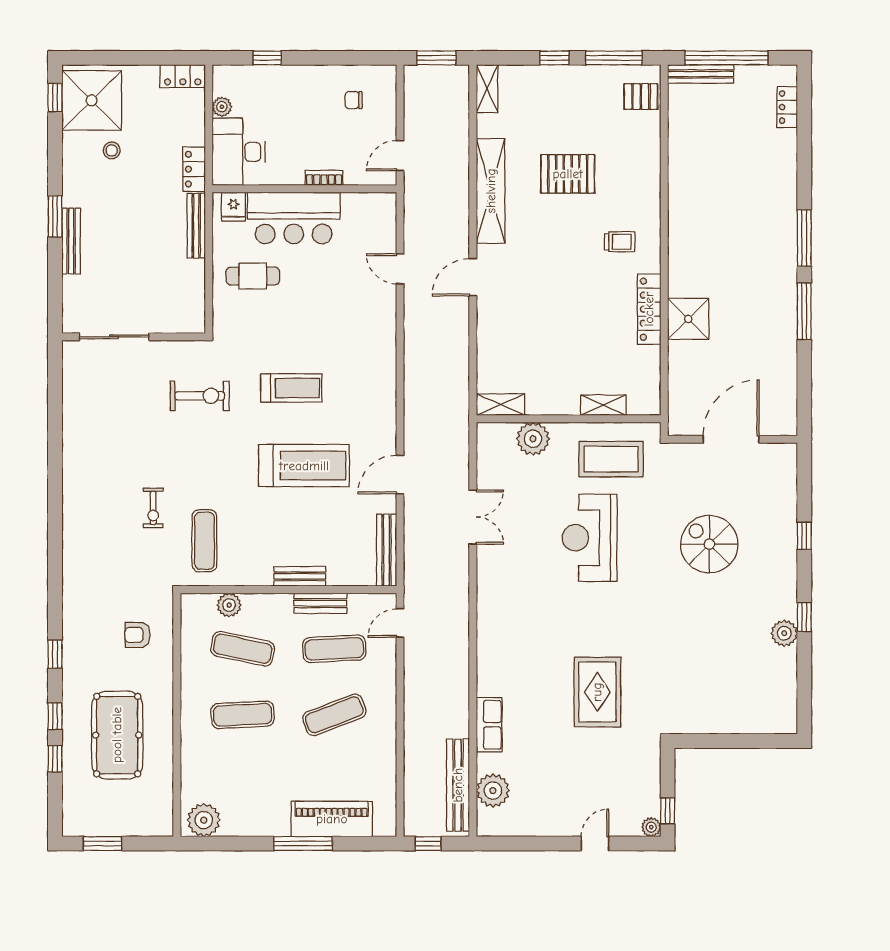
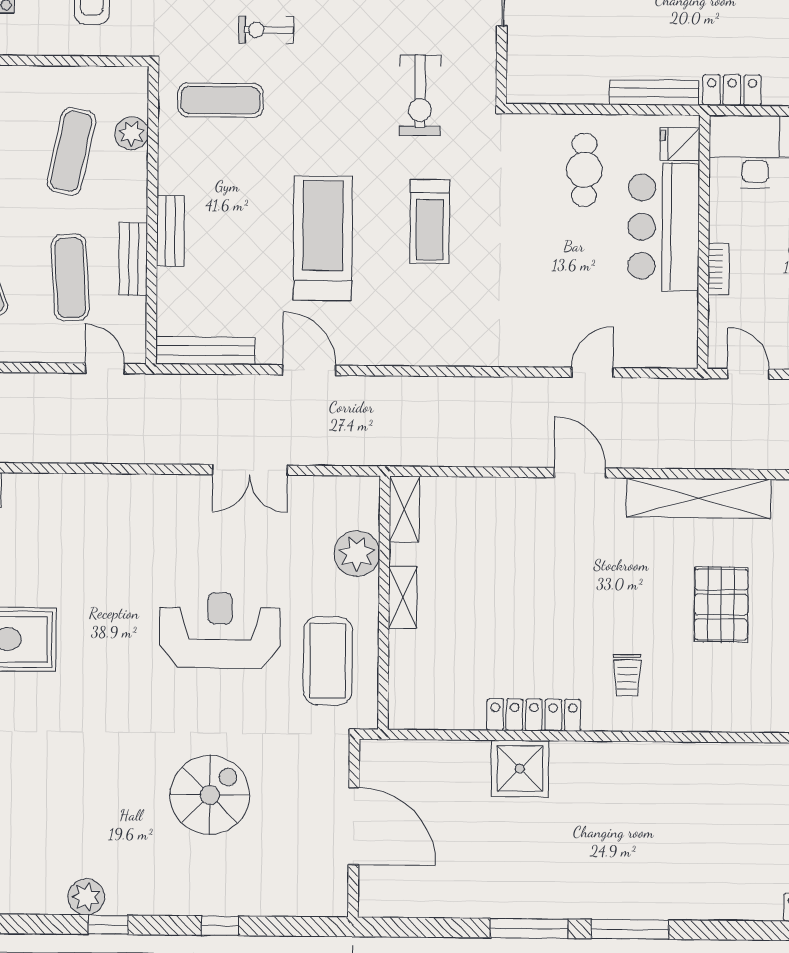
shelving: (603, 405) -> (403, 597), moved
treadmill: (304, 466) -> (323, 238), turned 180

